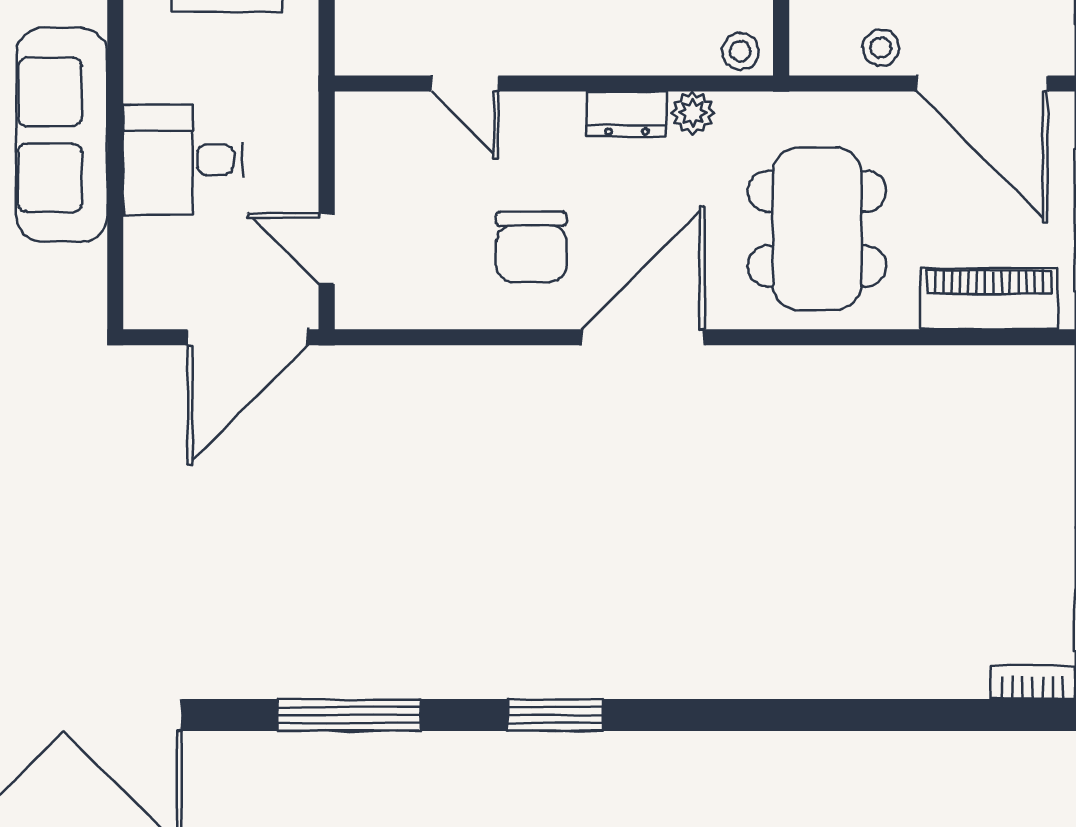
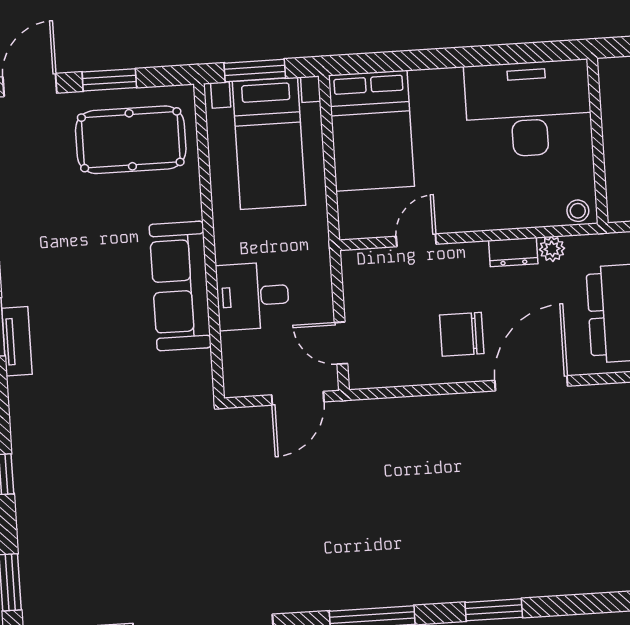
door: (465, 83) -> (416, 240), swing flipped
chair: (531, 247) -> (462, 334), turned 90
door: (248, 337) -> (298, 398), width x0.73

